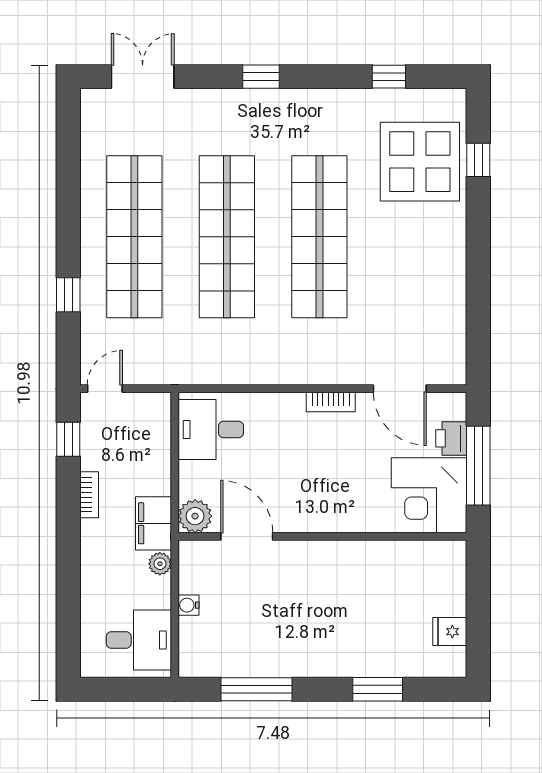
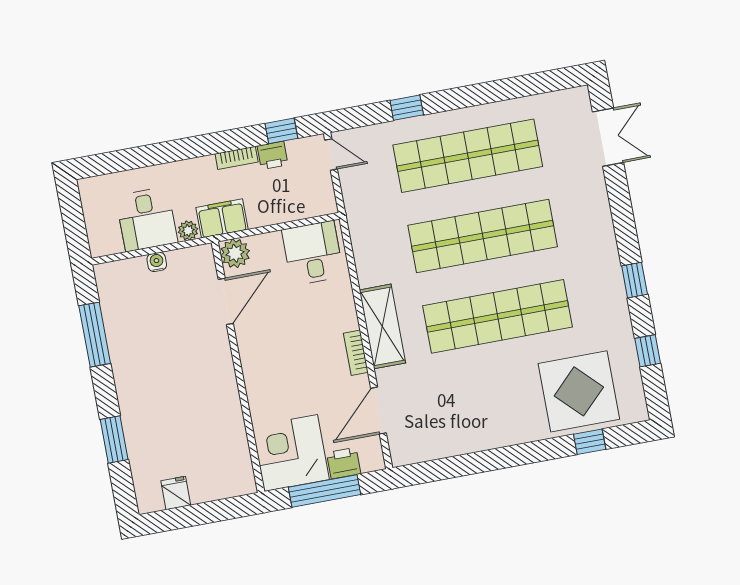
window: (261, 77) -> (635, 280), moved
shelving: (307, 367) -> (382, 326), added
printer: (94, 454) -> (273, 155), added
desk: (139, 640) -> (147, 219), moved

